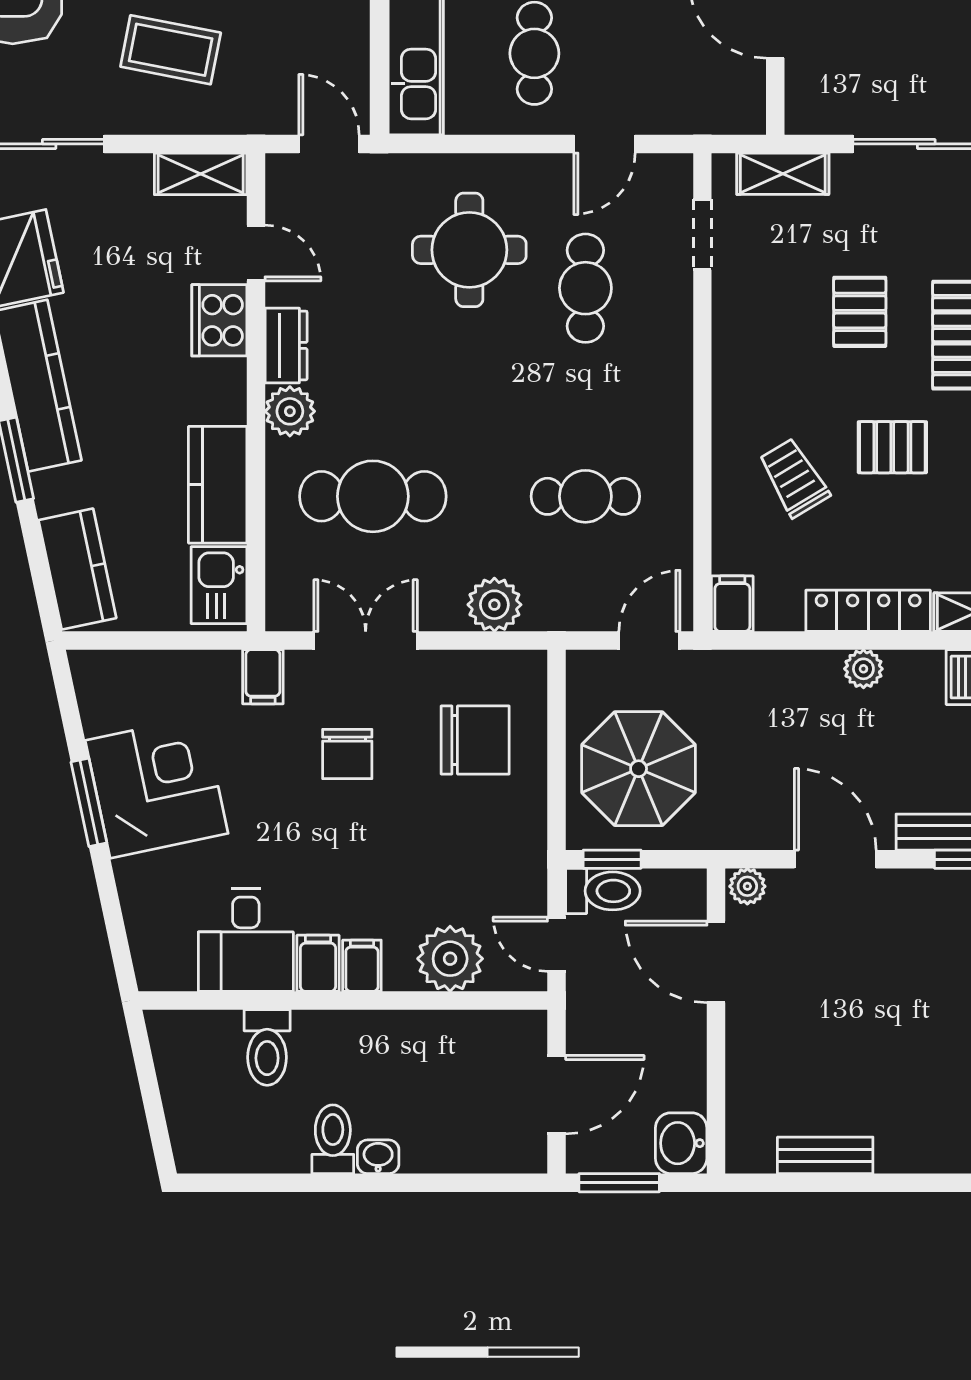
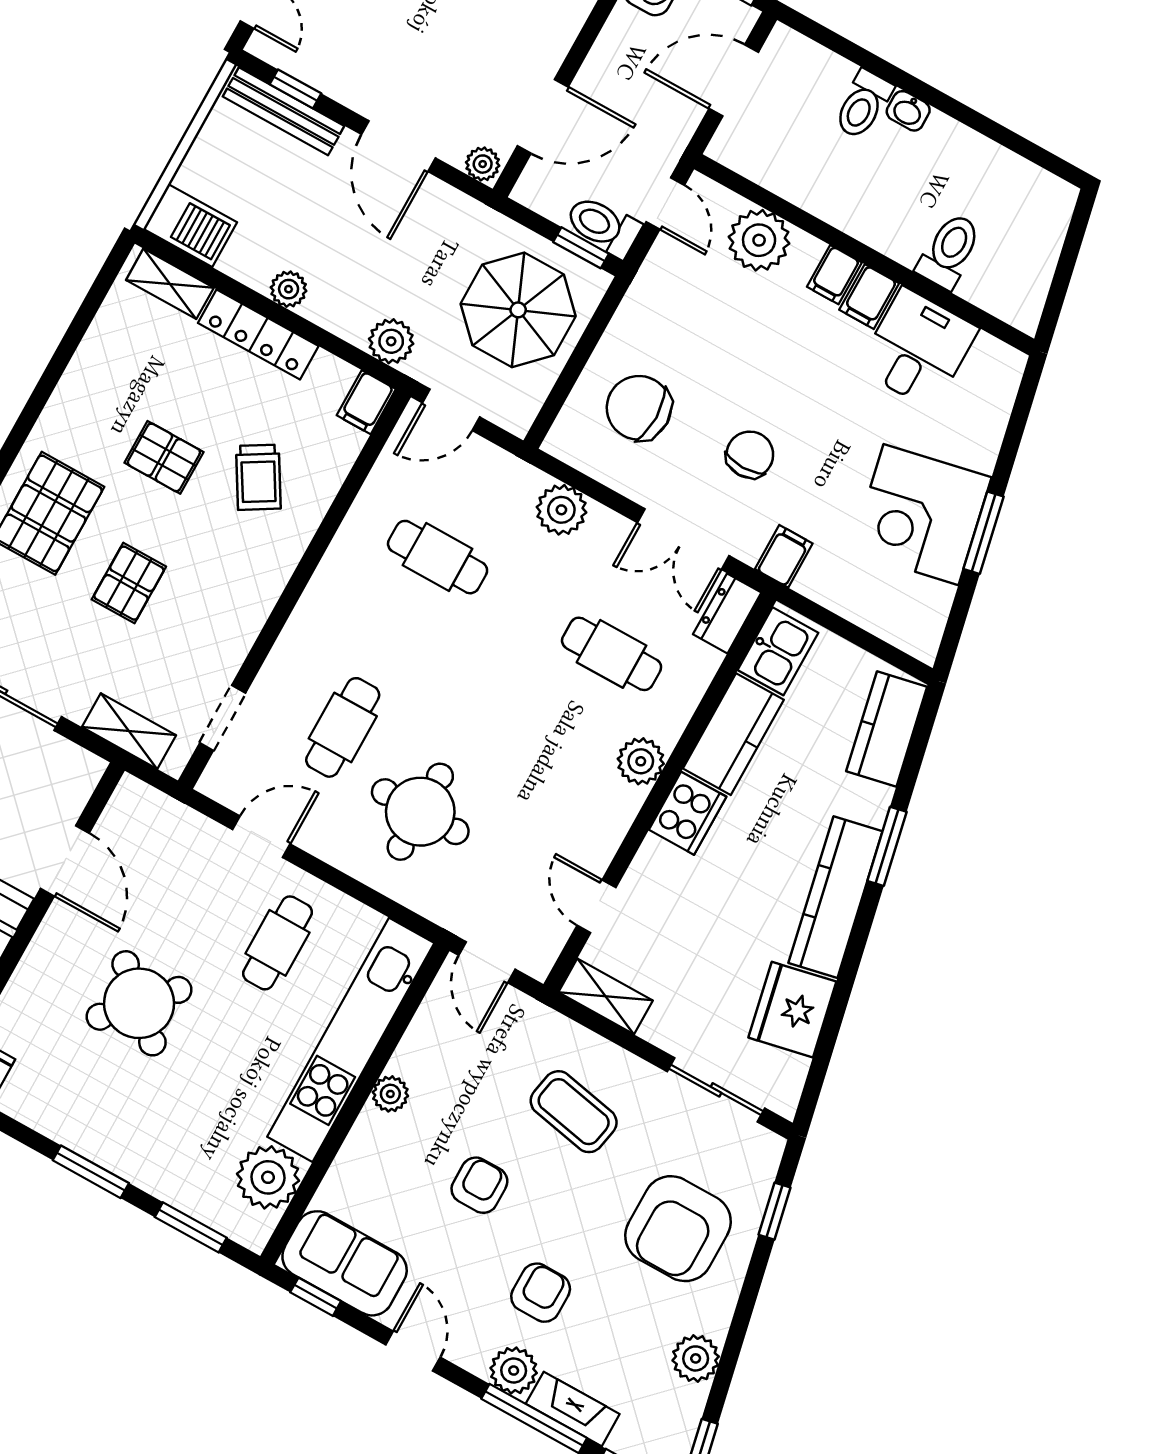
cooker: (219, 320) -> (688, 813), moved
dresser: (286, 345) -> (727, 613), moved
cafe table: (373, 496) -> (612, 654), width x0.73, depth x0.74
plant: (741, 673) -> (391, 341), added
door: (716, 962) -> (543, 116), hinge flipped
toilet: (333, 1139) -> (863, 105), moved

